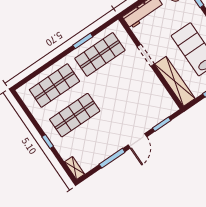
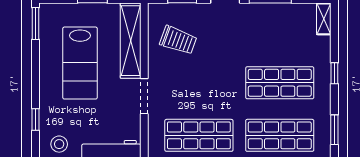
trolley: (148, 100) -> (178, 40), added
window: (26, 110) -> (334, 130), added

